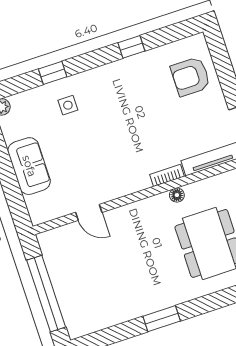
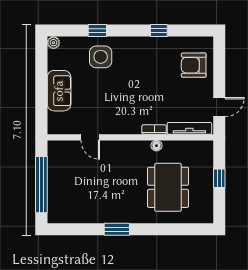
side table: (68, 105) -> (101, 57), width x1.87, depth x1.87

